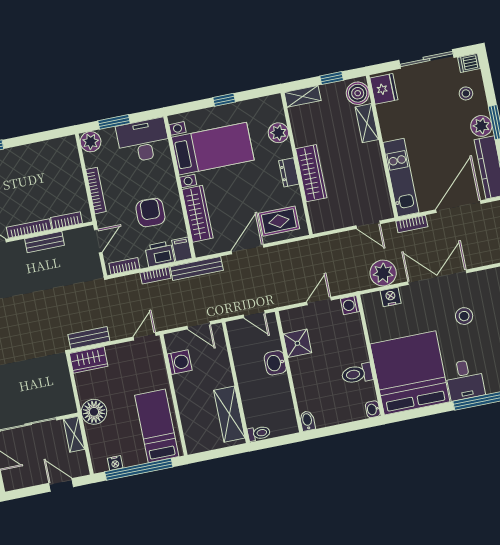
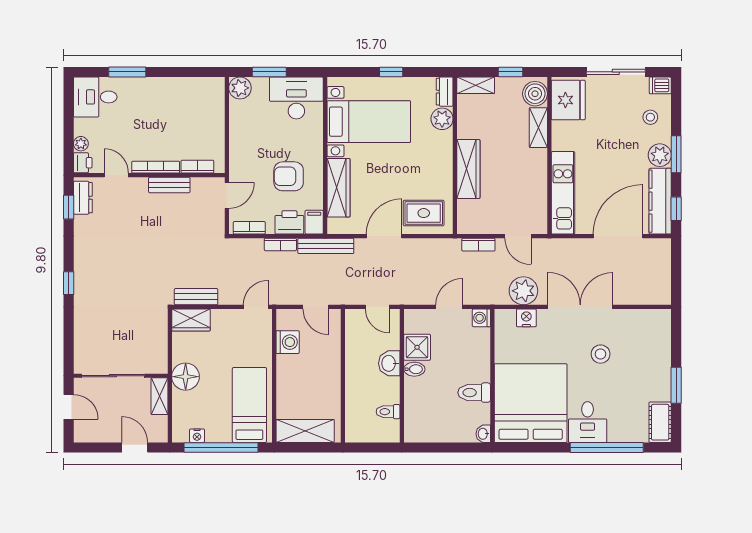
fridge: (384, 89) -> (568, 100), width x1.36, depth x1.34
dresser: (289, 172) -> (445, 92), moved
bookcase: (96, 191) -> (235, 141), removed
armchair: (150, 212) -> (289, 176), turned -91
bookcase: (412, 224) -> (478, 245), moved
shelving: (229, 414) -> (305, 431), moved, turned 90
bidet: (307, 421) -> (414, 369), moved, turned 90
toilet: (259, 433) -> (388, 412), moved, turned 180

